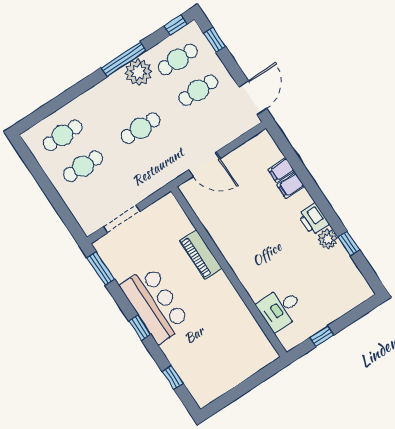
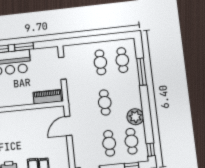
window: (124, 59) -> (142, 72), moved
piano: (201, 255) -> (47, 97), moved
window: (101, 268) -> (24, 47), moved

